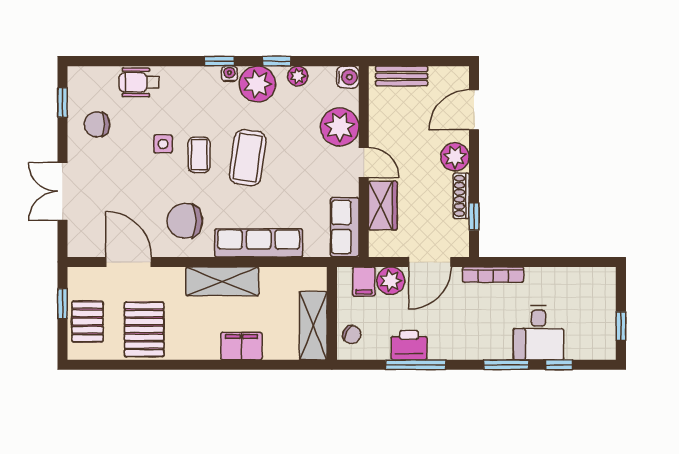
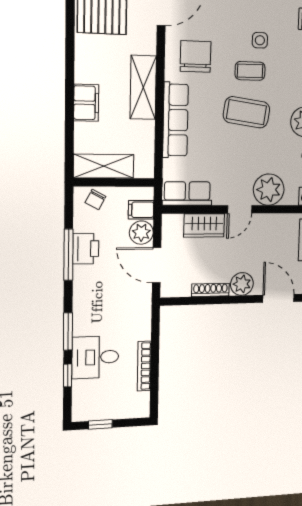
window: (474, 216) -> (194, 301), removed
bookcase: (493, 275) -> (144, 366), moved

